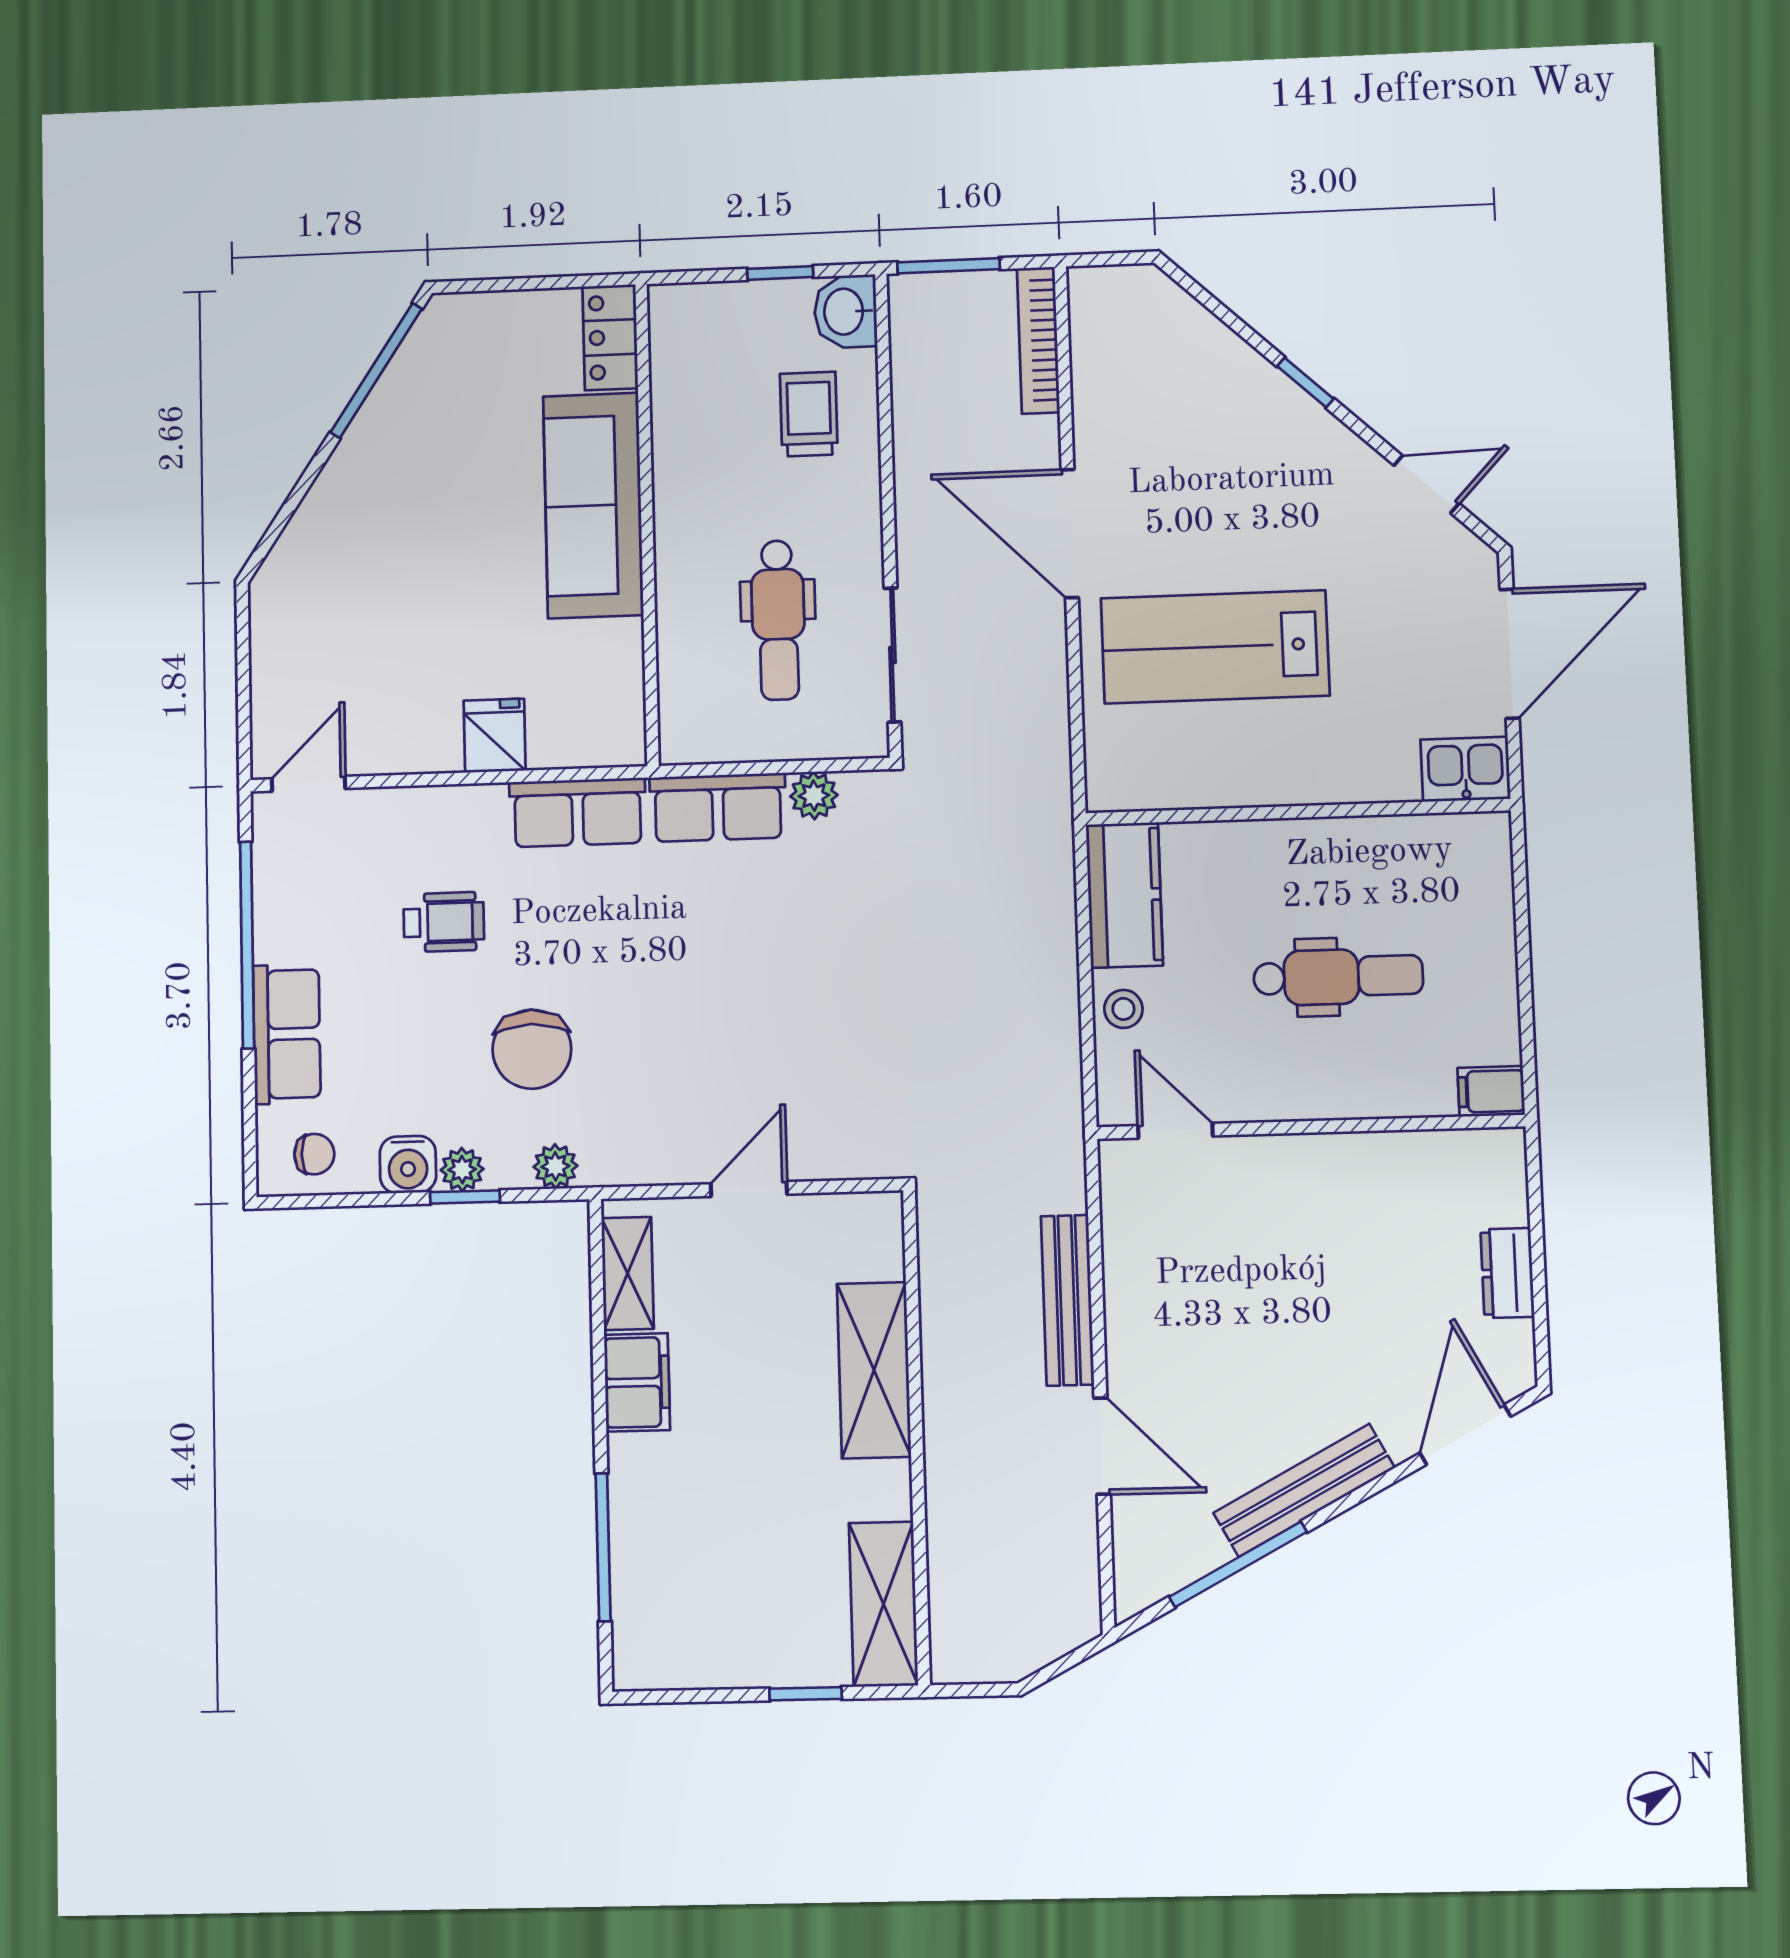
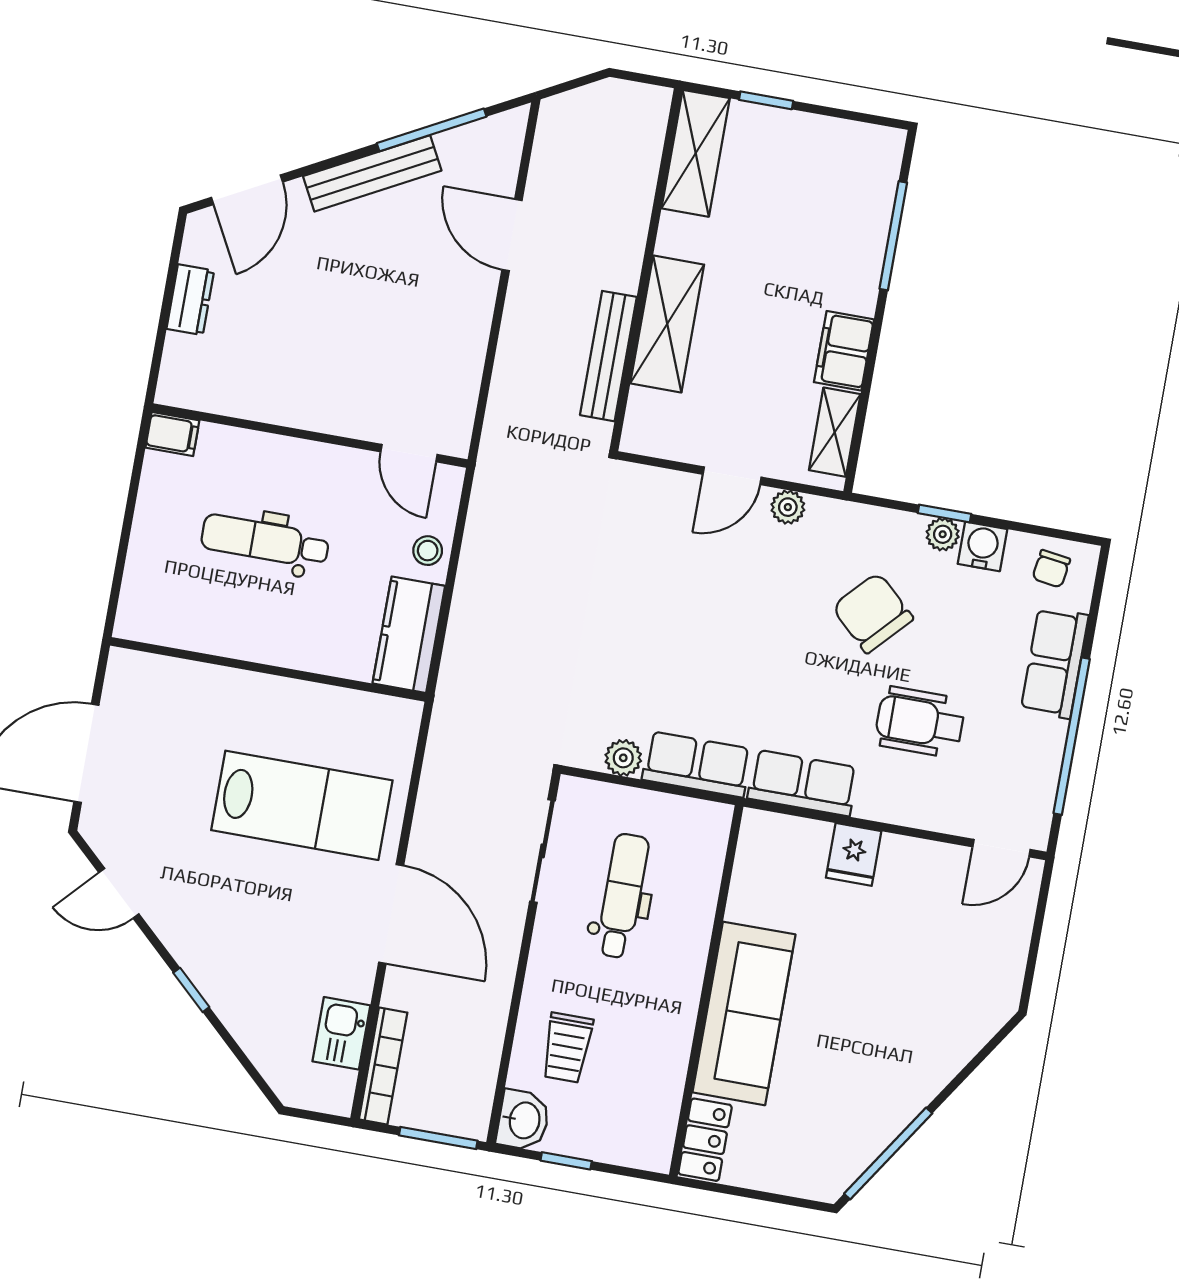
kitchen sink: (1465, 769) -> (341, 1033), moved, turned 90
wheelchair: (444, 922) -> (920, 722), width x1.36, depth x1.37
chair: (532, 1049) -> (873, 613), turned -47
chair: (314, 1154) -> (1051, 569), turned -82
plant: (555, 1166) -> (788, 507), moved
bench: (1067, 1300) -> (608, 356), moved

